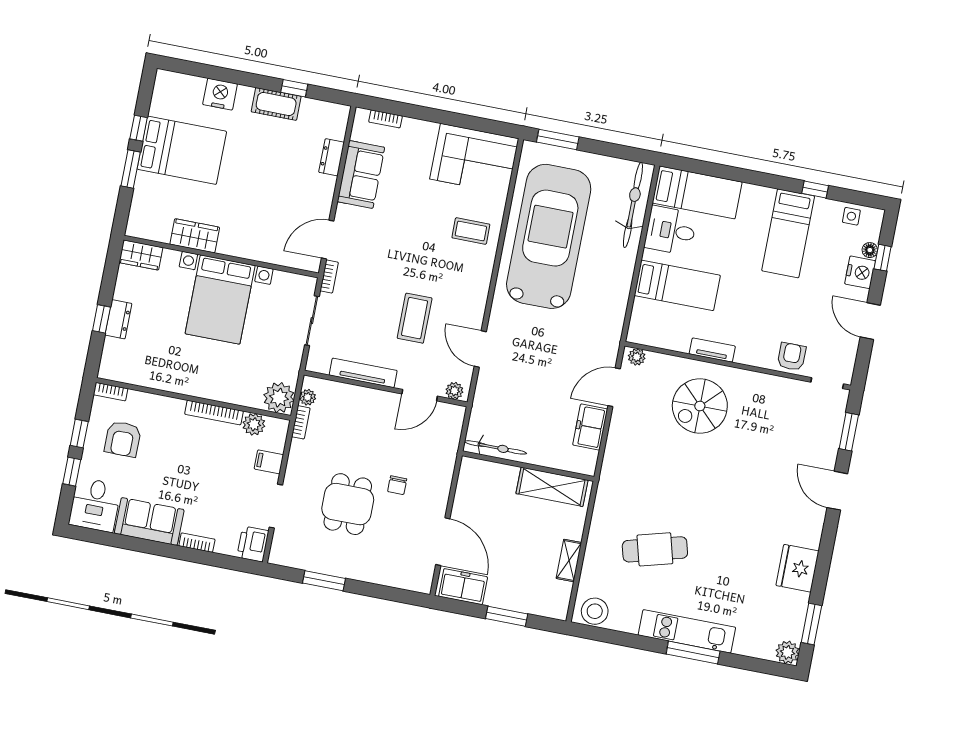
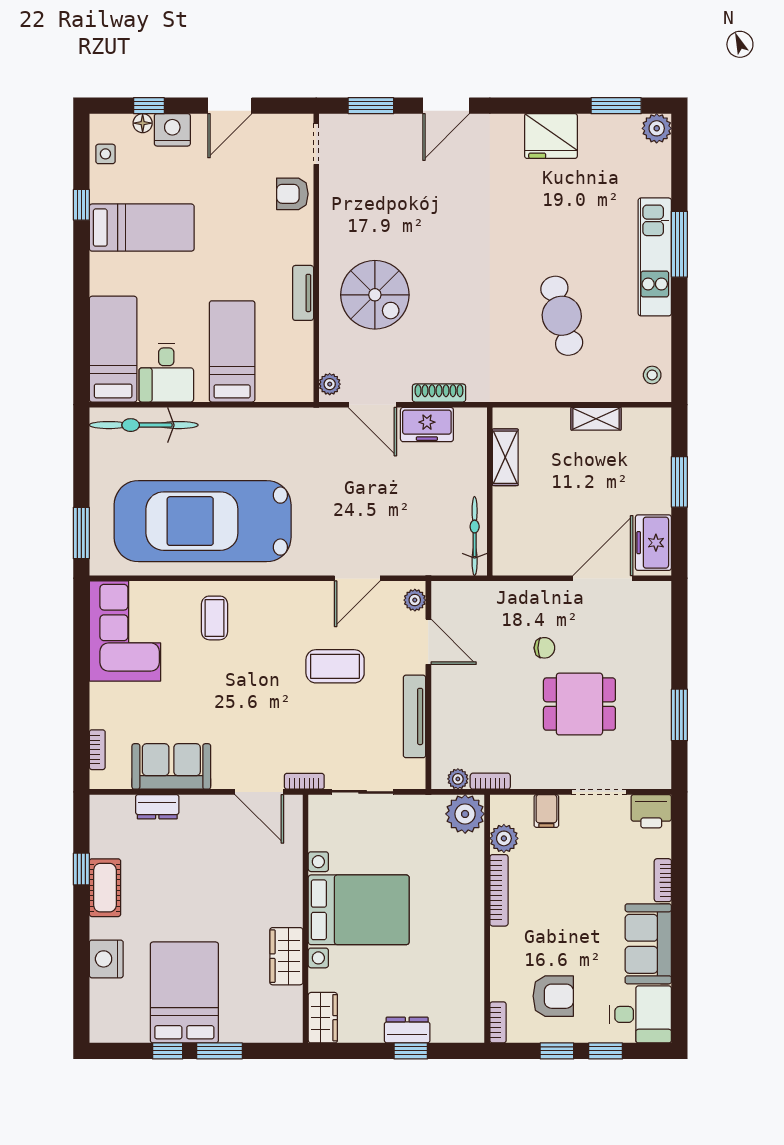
shoe rack: (613, 441) -> (439, 393), added
shelving: (552, 487) -> (505, 457), width x0.67, depth x0.75
stool: (595, 611) -> (652, 375), width x0.53, depth x0.53

